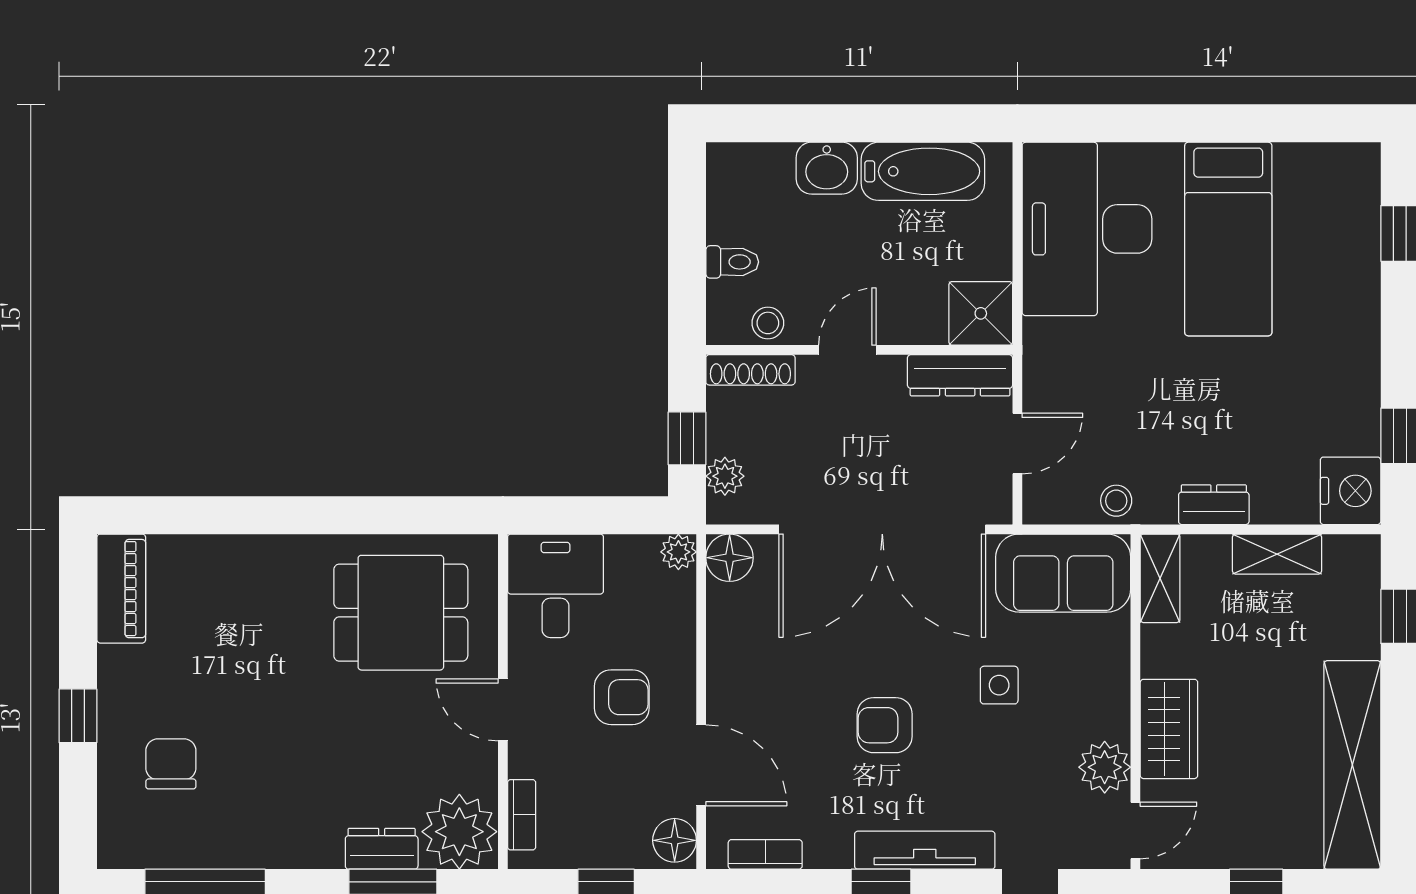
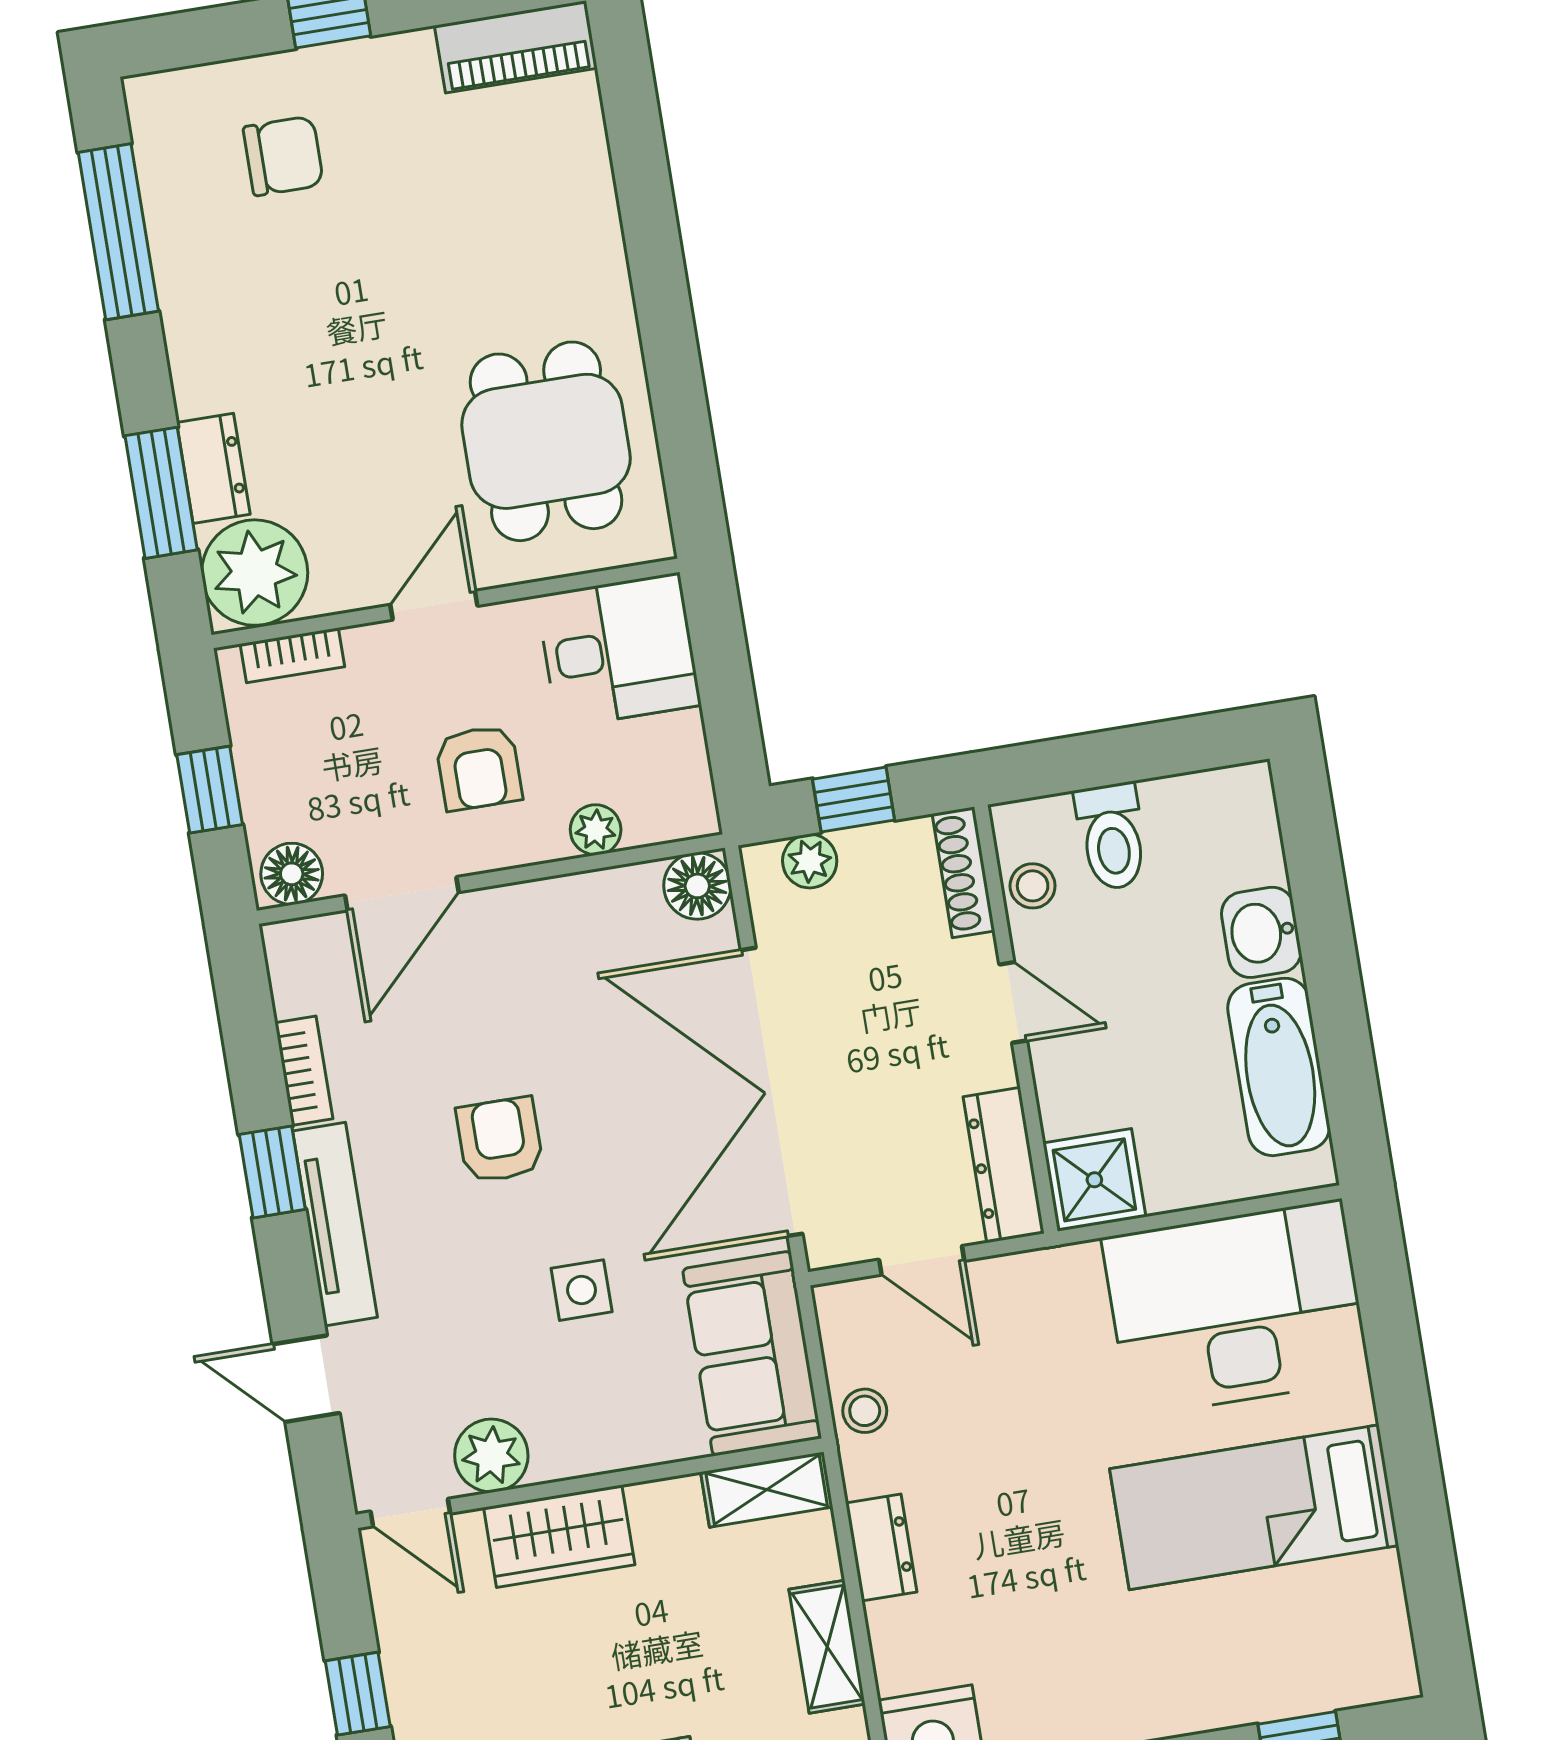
toilet: (732, 262) -> (1112, 837), width x1.37, depth x1.39
plant: (678, 552) -> (596, 830), moved
bookcase: (765, 854) -> (304, 1071), moved

